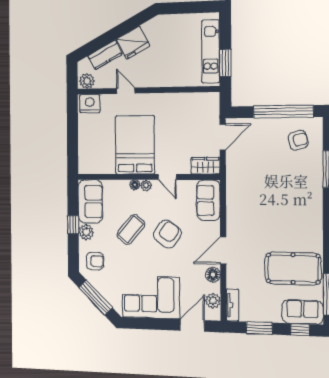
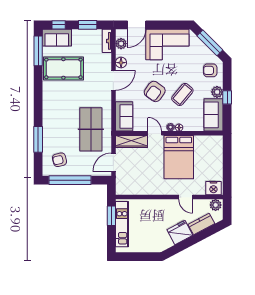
wardrobe: (205, 166) -> (131, 142), width x1.50
table tennis table: (254, 183) -> (91, 129), added

